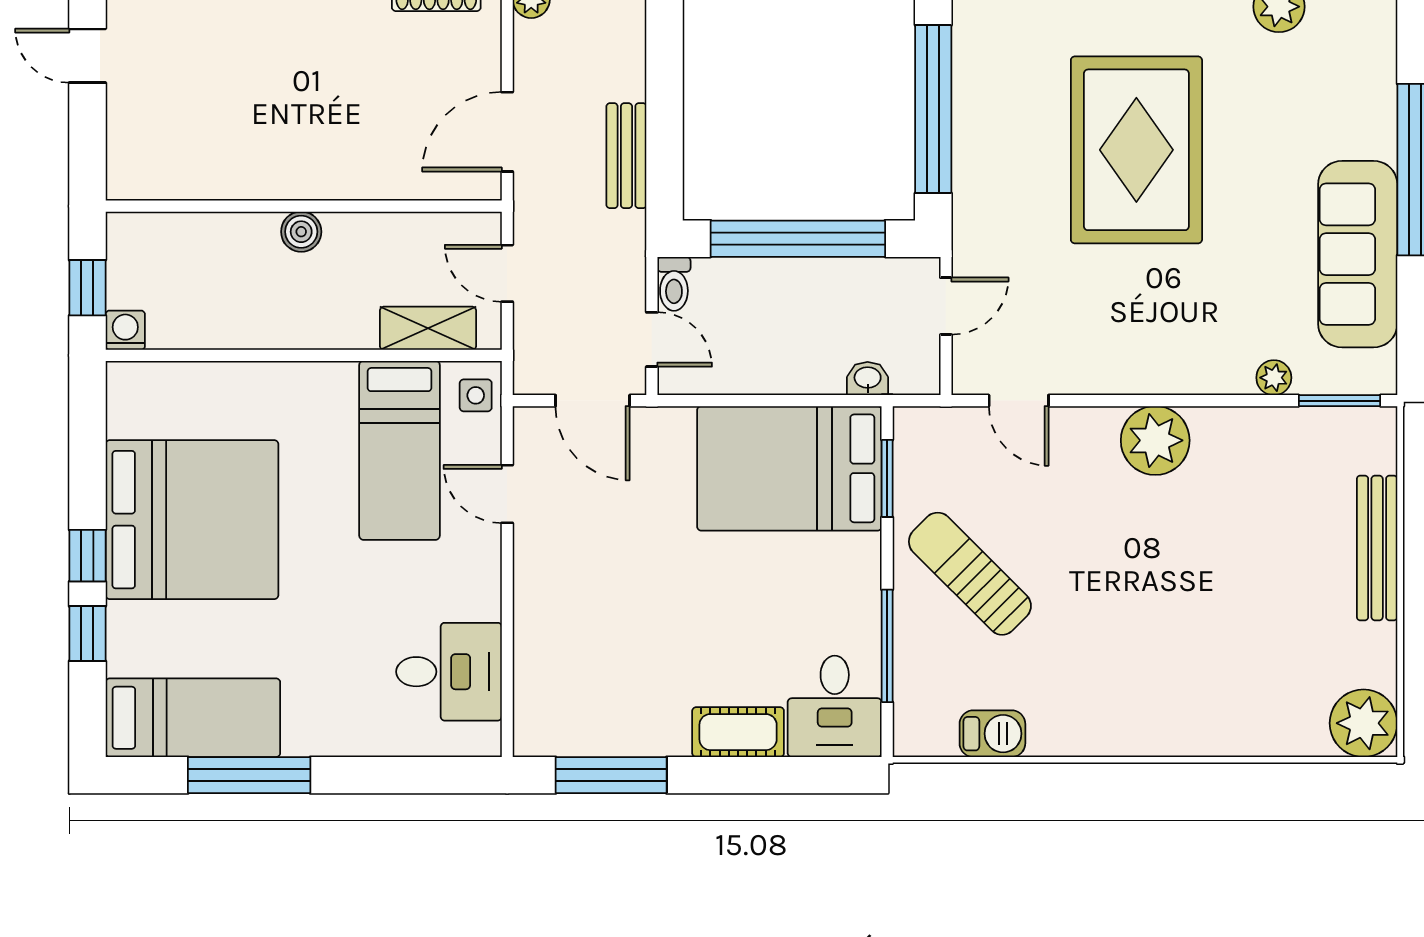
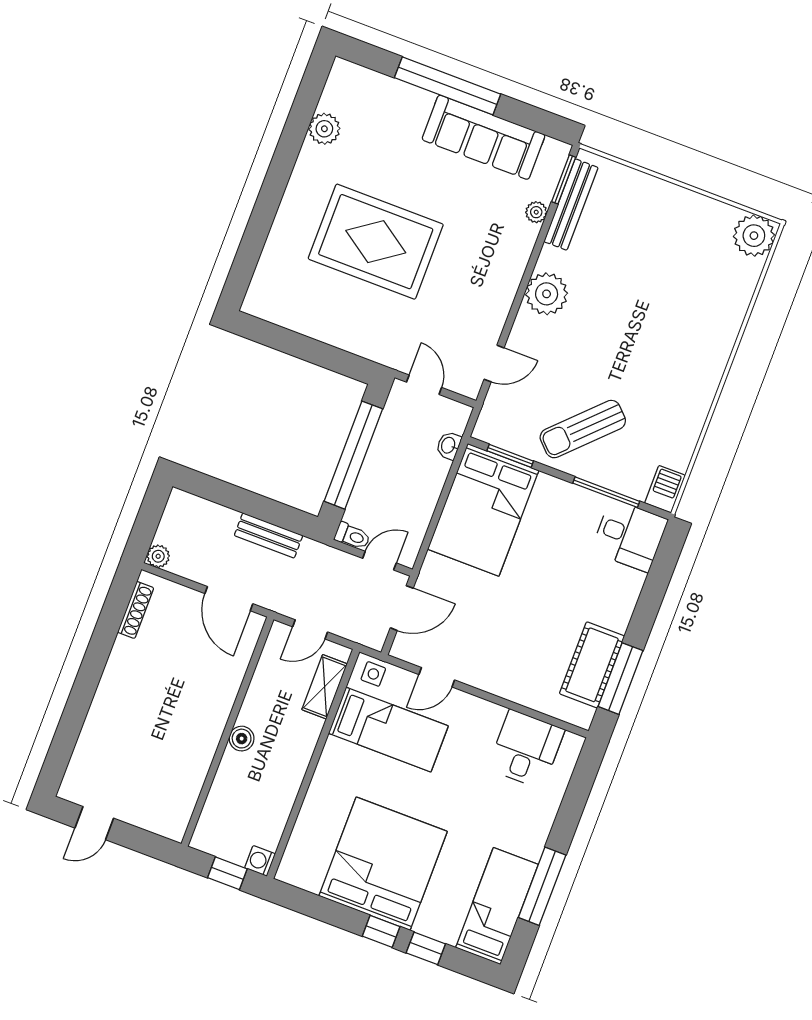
window: (933, 109) -> (308, 349), removed
bench: (1377, 548) -> (571, 205), moved, turned 90
cot: (738, 732) -> (592, 665), moved, width x1.37, depth x1.34
barbecue: (992, 734) -> (665, 489), moved

